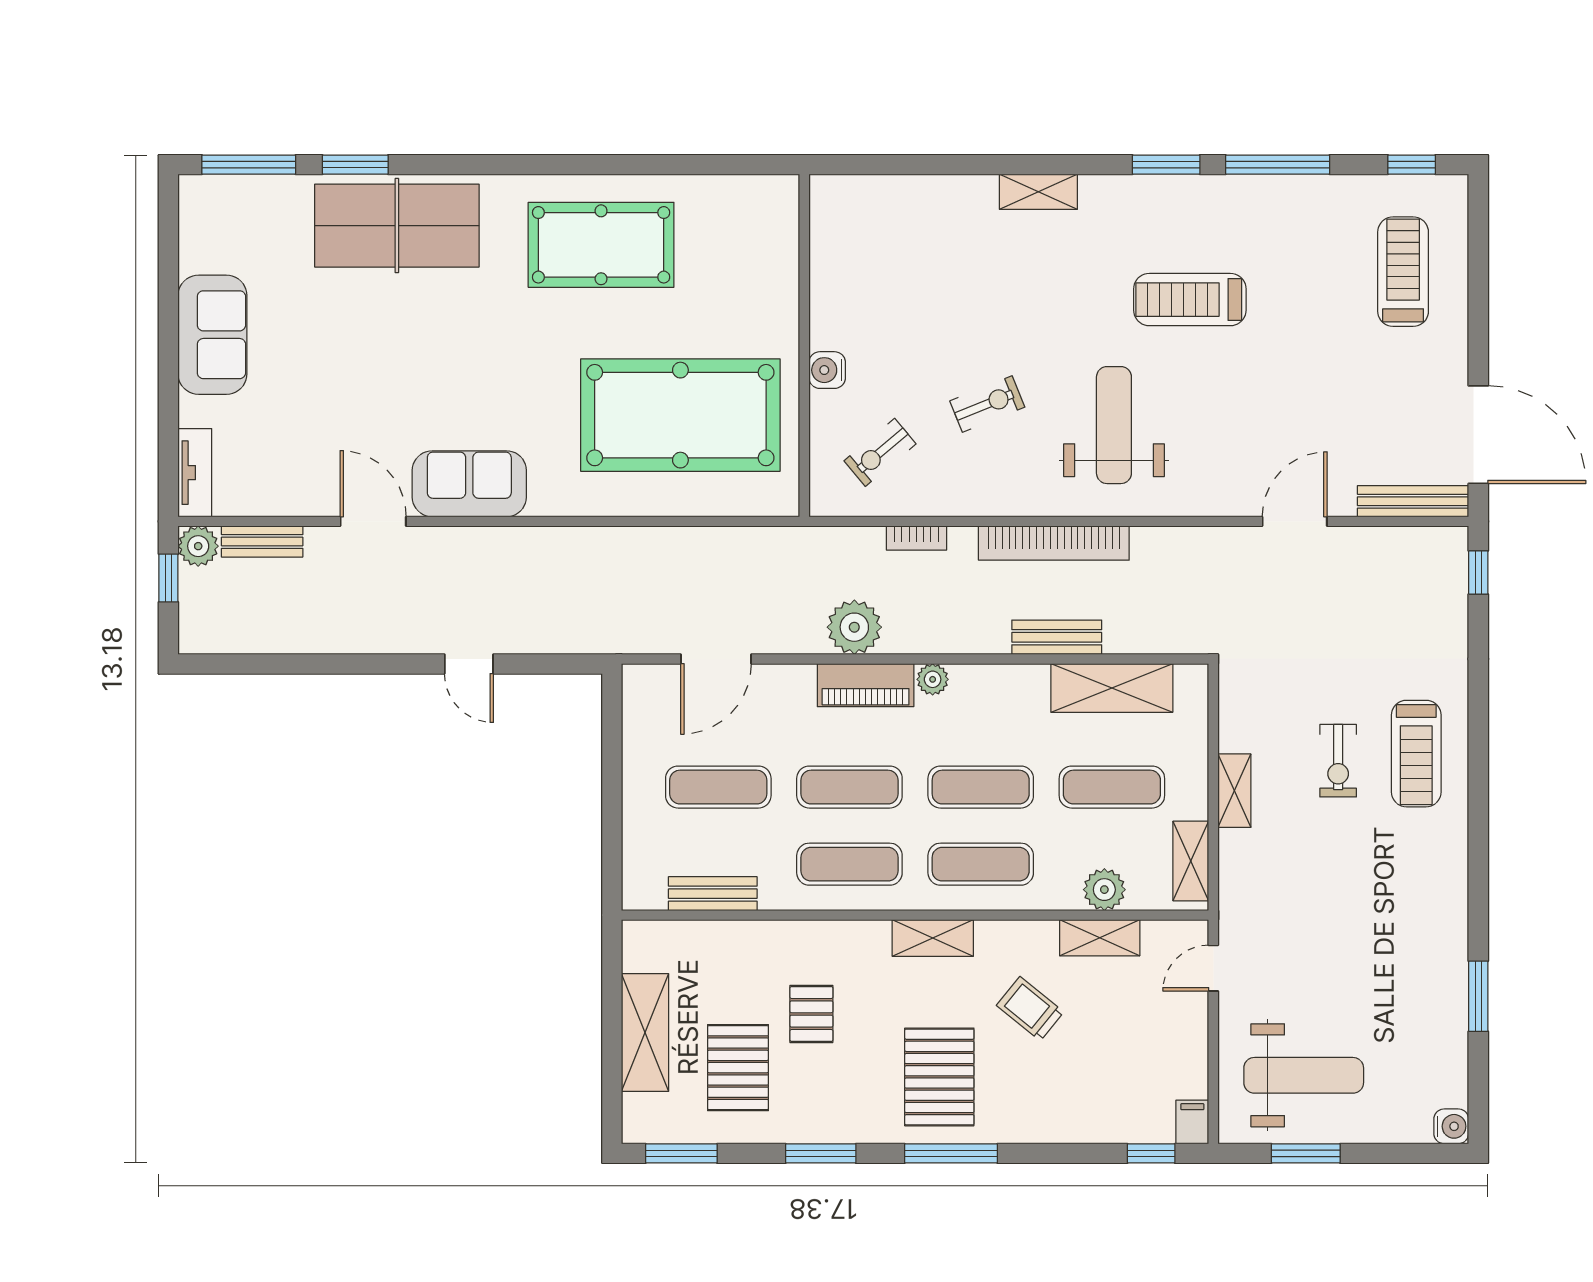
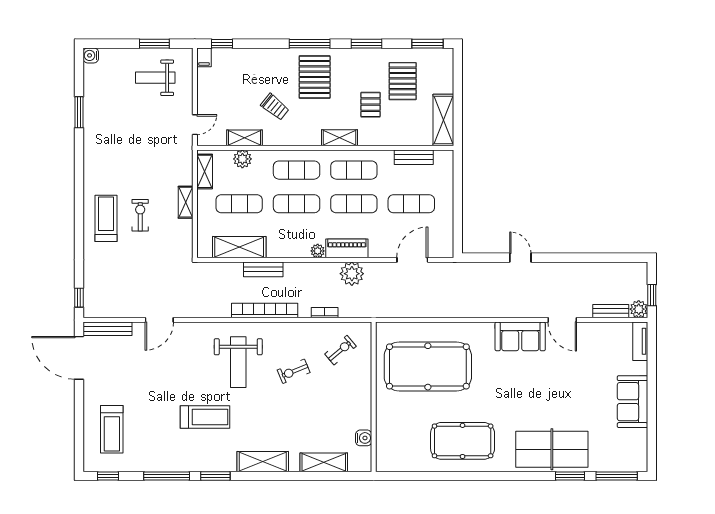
shelving: (1038, 192) -> (263, 462), width x1.50, depth x1.33
shelving: (918, 196) -> (324, 462), added
water cooler: (827, 370) -> (364, 438), moved
shelving: (933, 938) -> (339, 138), moved
shelving: (645, 1033) -> (443, 120), moved
weight bench: (1304, 1075) -> (155, 78), width x0.73, depth x0.75

